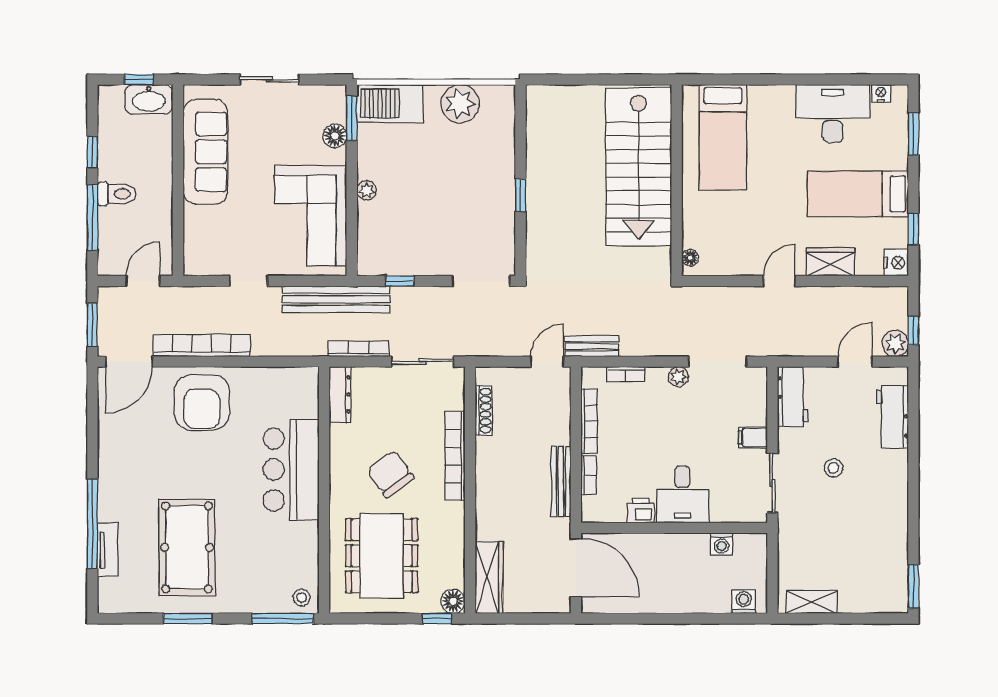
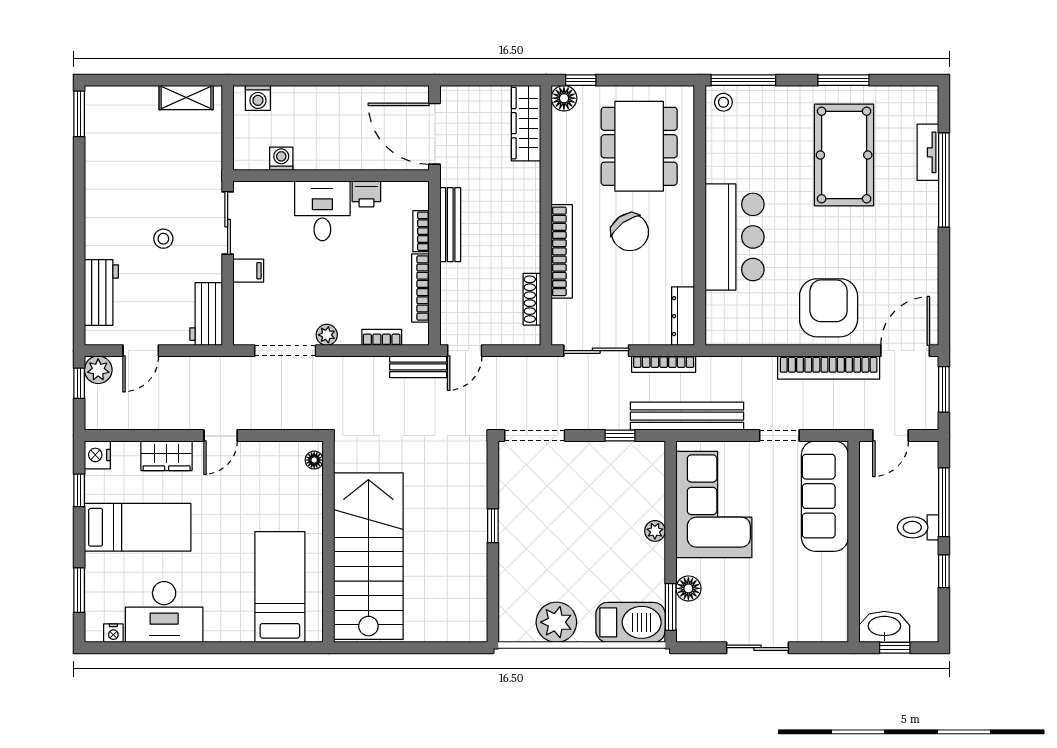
sofa: (205, 152) -> (825, 496), moved

